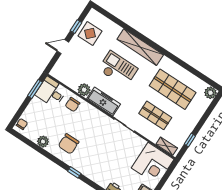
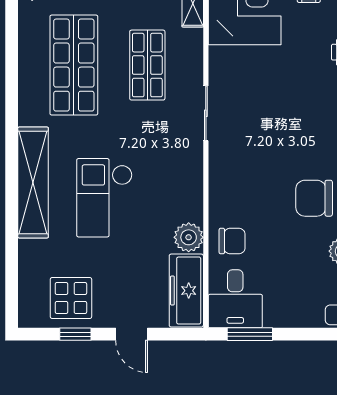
freezer: (104, 101) -> (186, 291), moved
chair: (69, 144) -> (314, 198), turned 180

